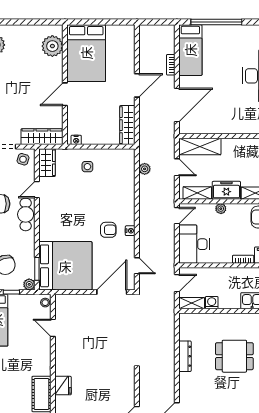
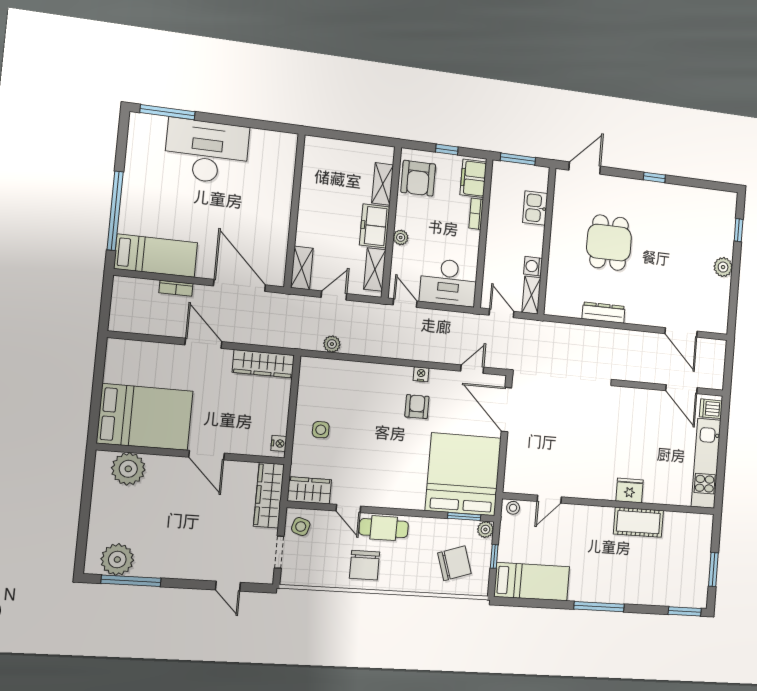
shelving: (200, 146) -> (302, 268), width x0.67, depth x0.75

